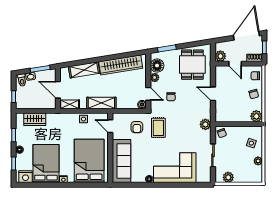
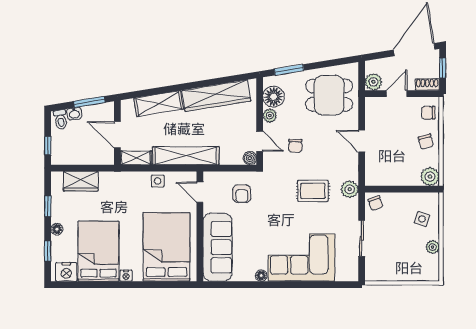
door: (235, 64) -> (397, 94), swing flipped
dining table: (192, 65) -> (329, 95), turned 90
shelving: (101, 103) -> (186, 156), width x1.47
rug: (158, 128) -> (313, 191), moved, turned 90
plant: (228, 177) -> (386, 273), removed

